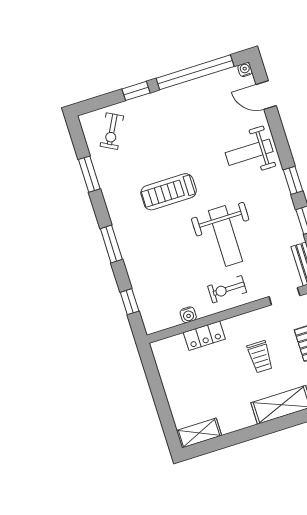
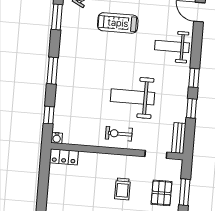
treadmill: (169, 192) -> (118, 23), moved
weight bench: (225, 236) -> (132, 97), turned 90
water cooler: (188, 315) -> (57, 138), moved
locker: (204, 336) -> (64, 157), moved

